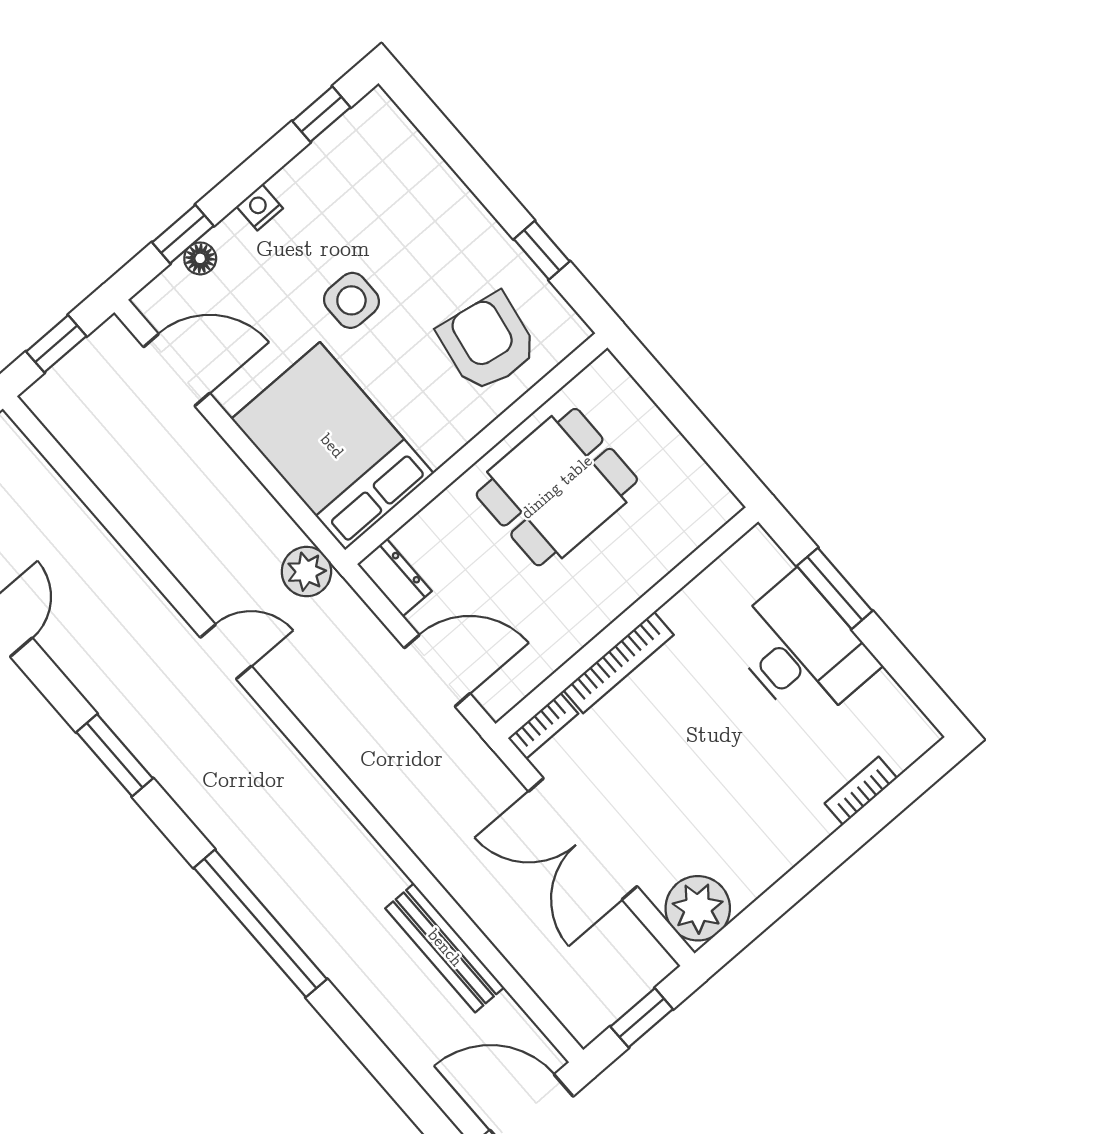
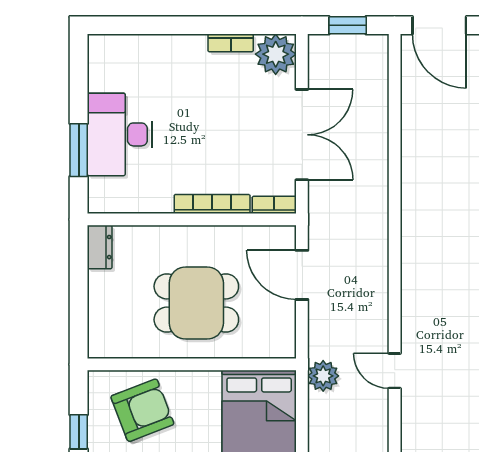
armchair: (488, 342) -> (142, 410), turned -121
dining table: (557, 487) -> (196, 303), moved
dresser: (395, 578) -> (100, 247), moved, turned 180
bookcase: (861, 791) -> (231, 43), moved
bench: (445, 948) -> (413, 140), removed

